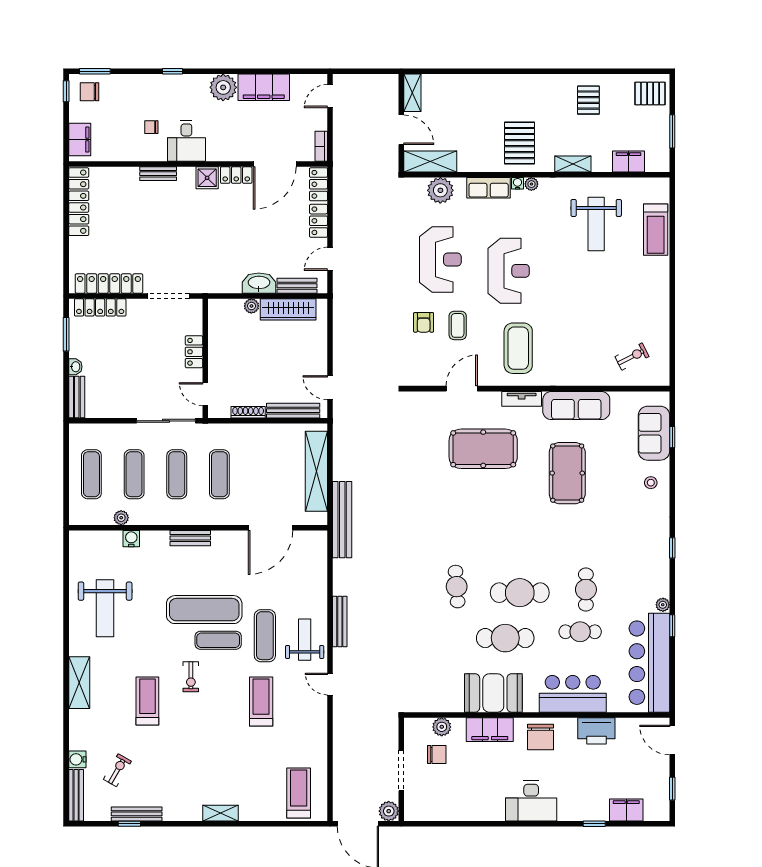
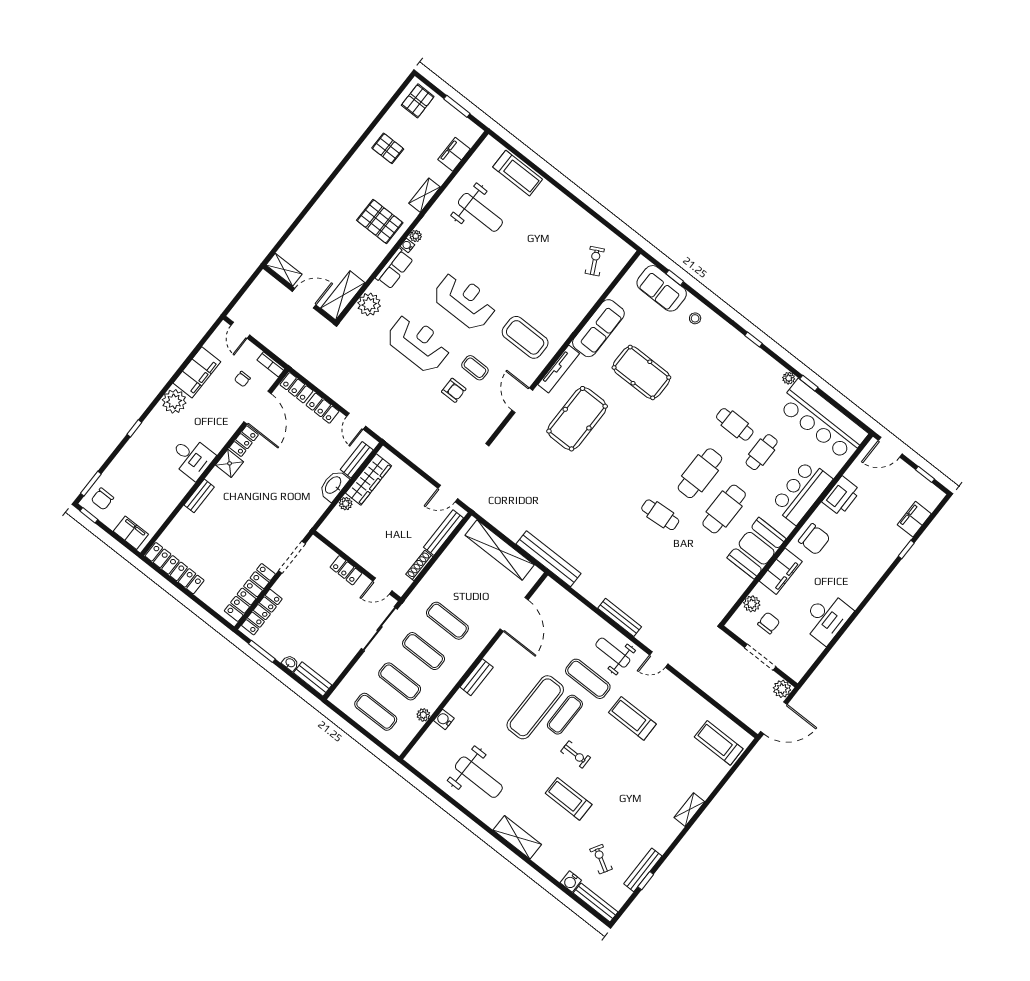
chair: (151, 127) -> (242, 379), moved
tv unit: (522, 399) -> (559, 369), width x1.41
desk: (531, 801) -> (826, 618), moved

